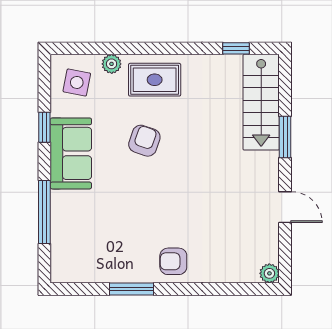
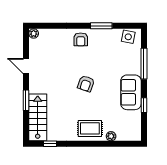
side table: (77, 82) -> (128, 37), moved
armchair: (144, 141) -> (86, 84), moved
armchair: (173, 261) -> (81, 39), turned 90

